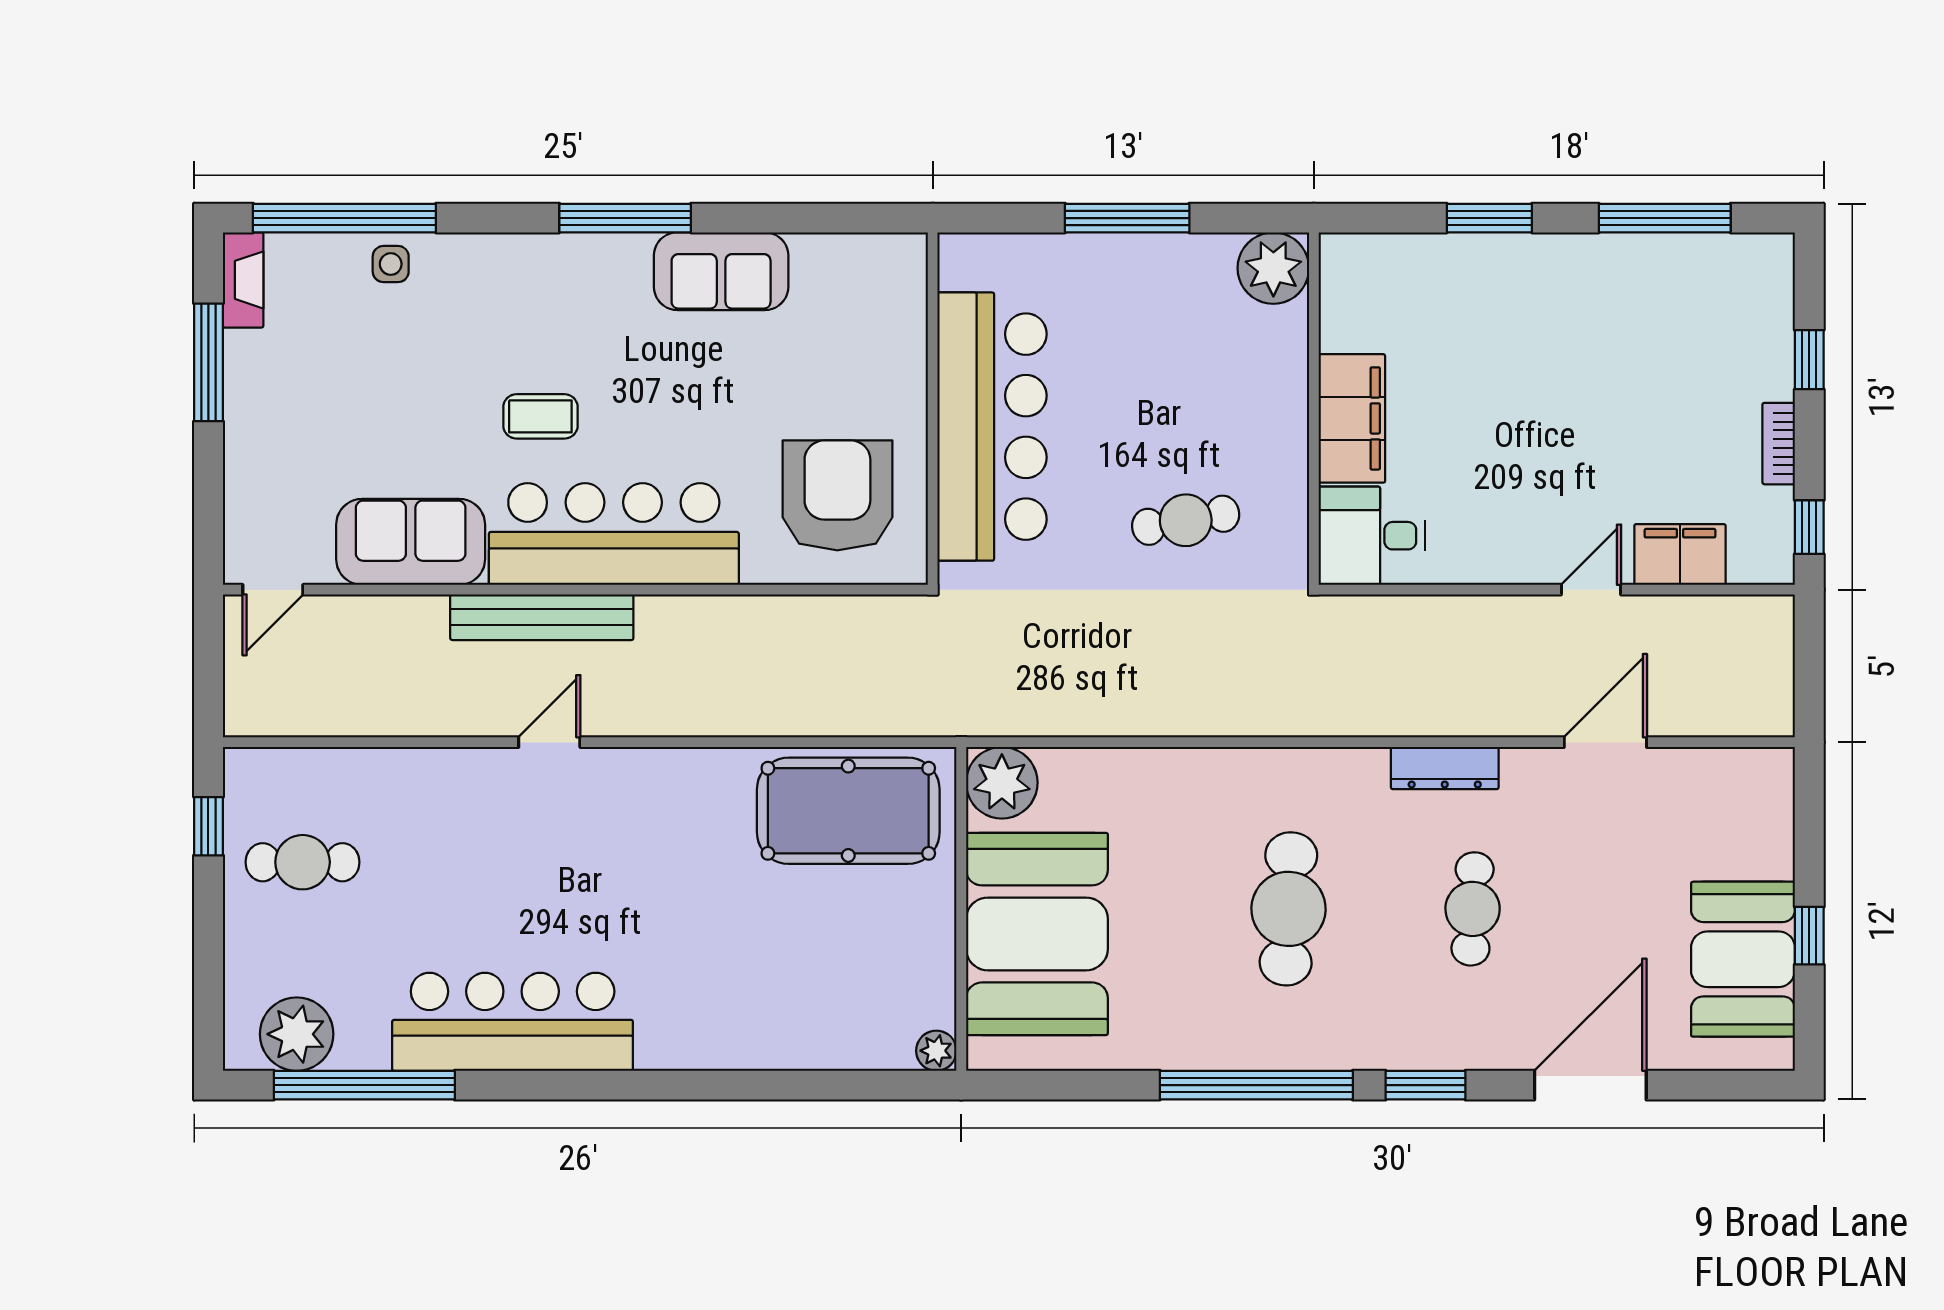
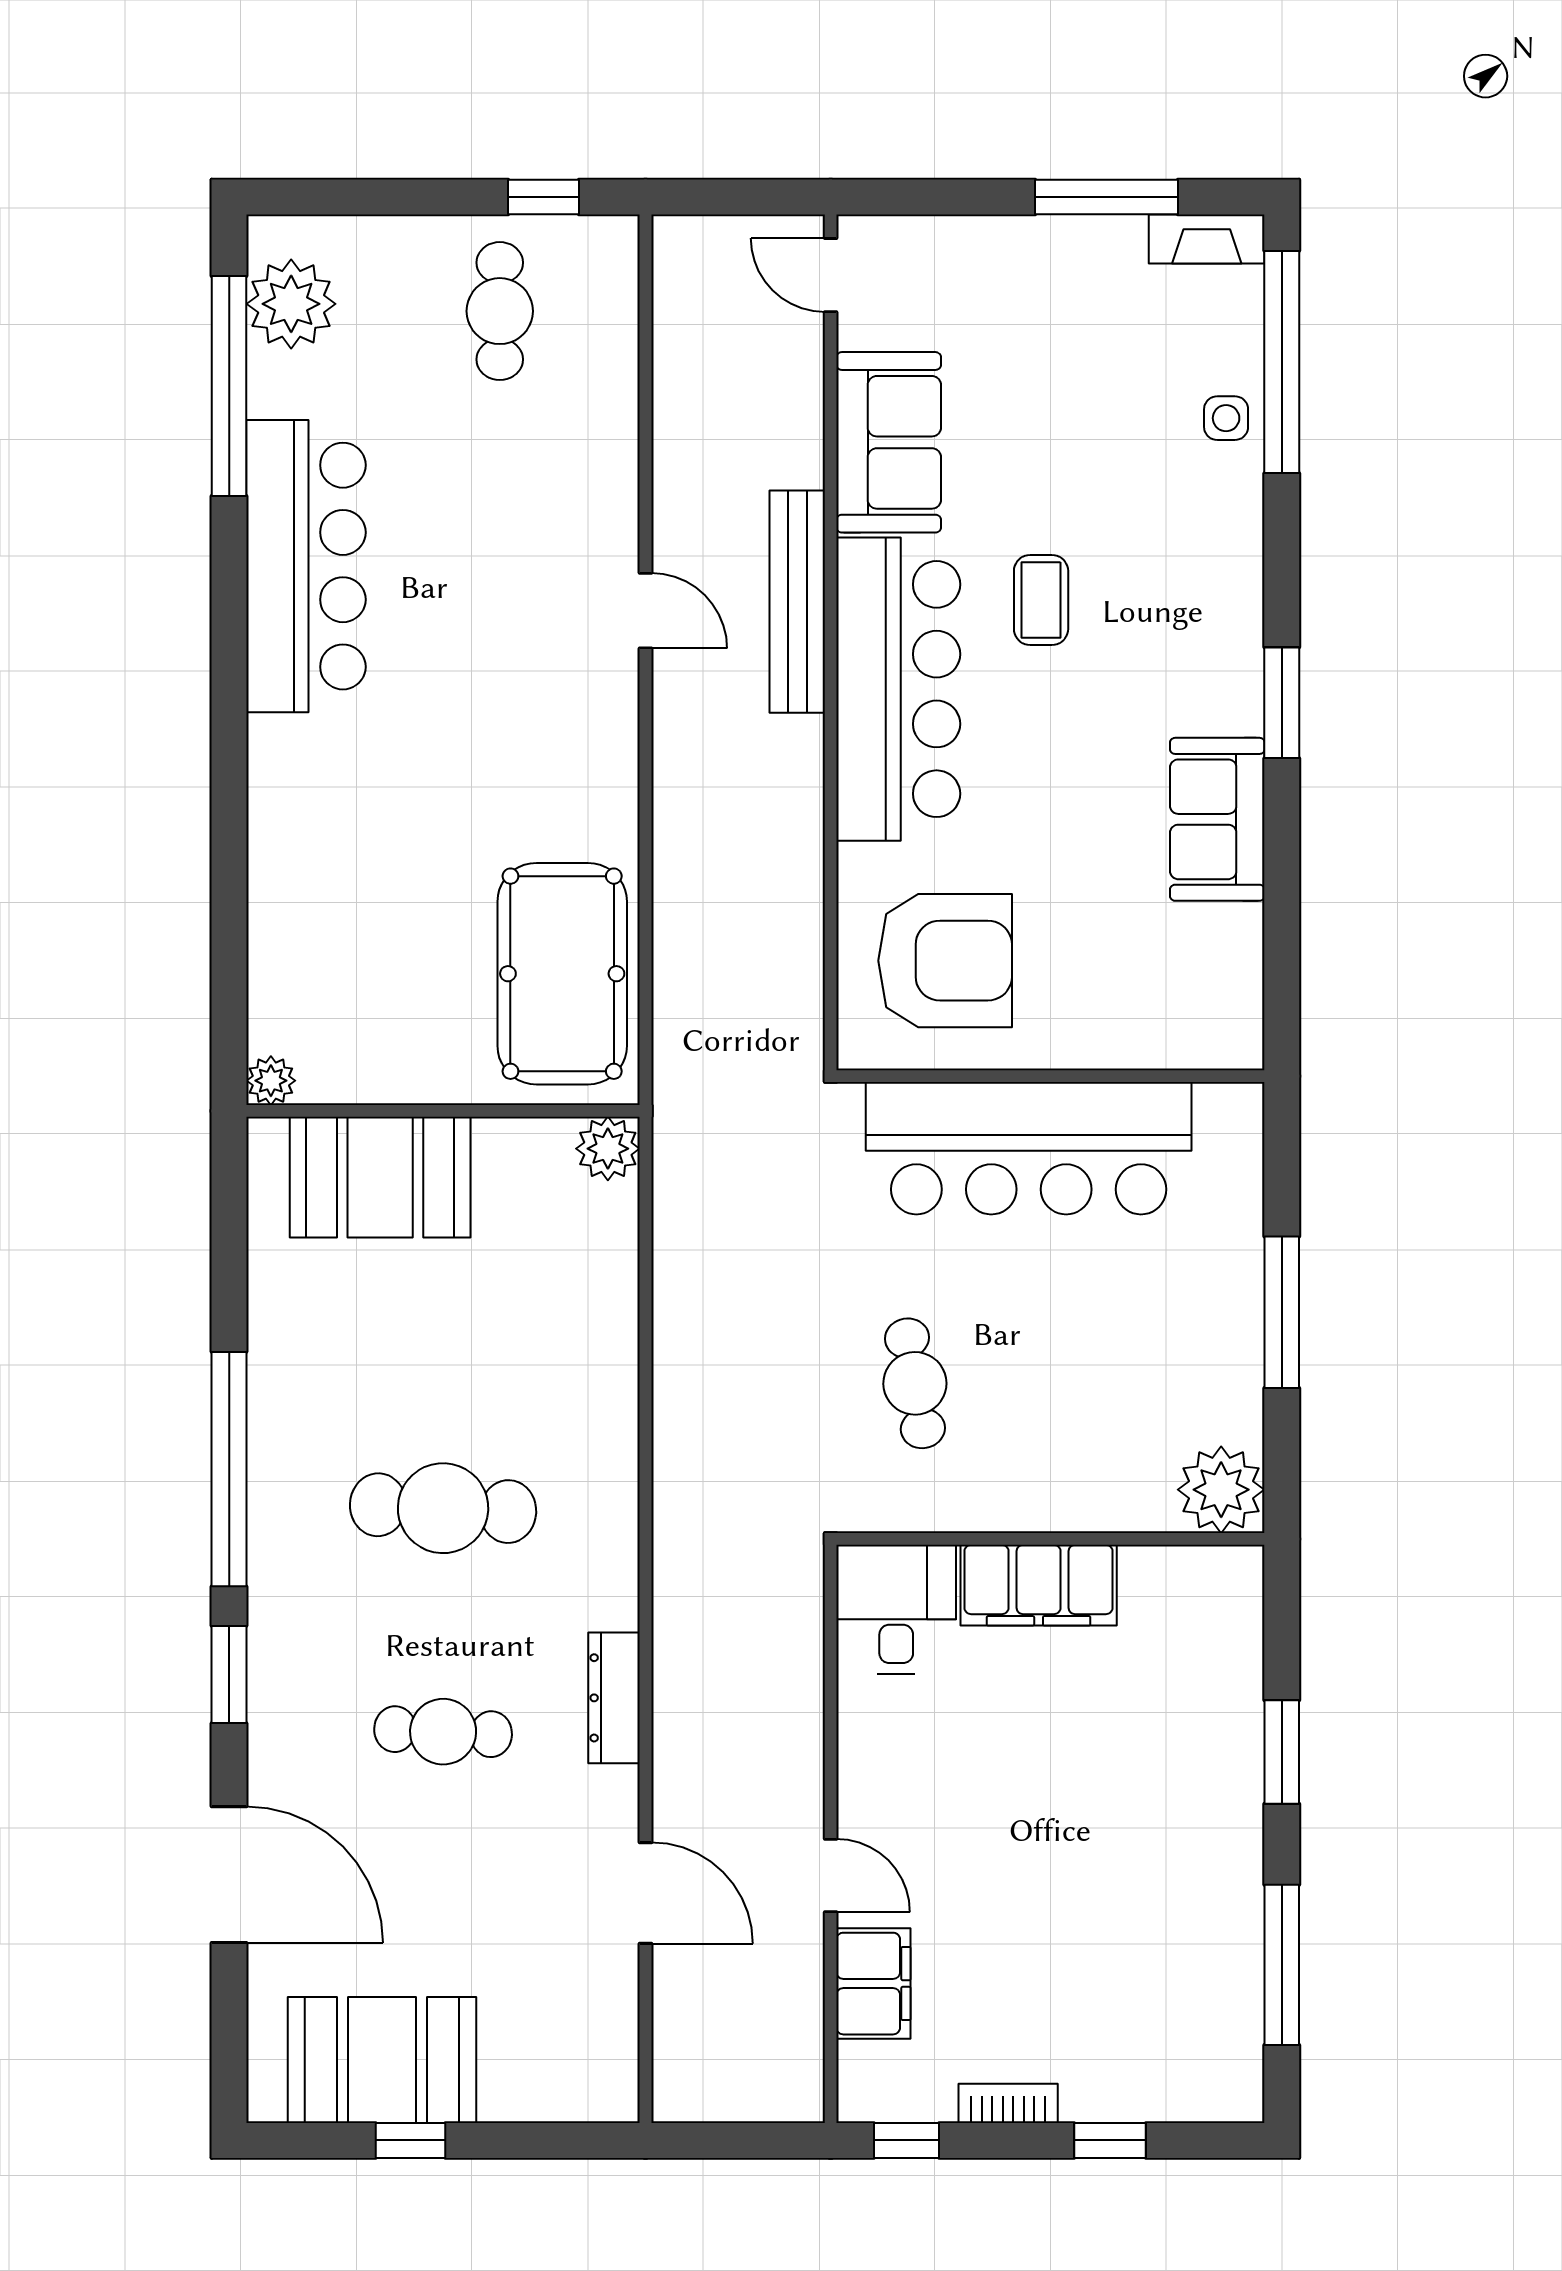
window: (625, 218) -> (1282, 703), width x0.69
plant: (1002, 783) -> (608, 1149), width x0.73, depth x0.73
booth: (1037, 934) -> (380, 1177), width x0.73, depth x0.70

